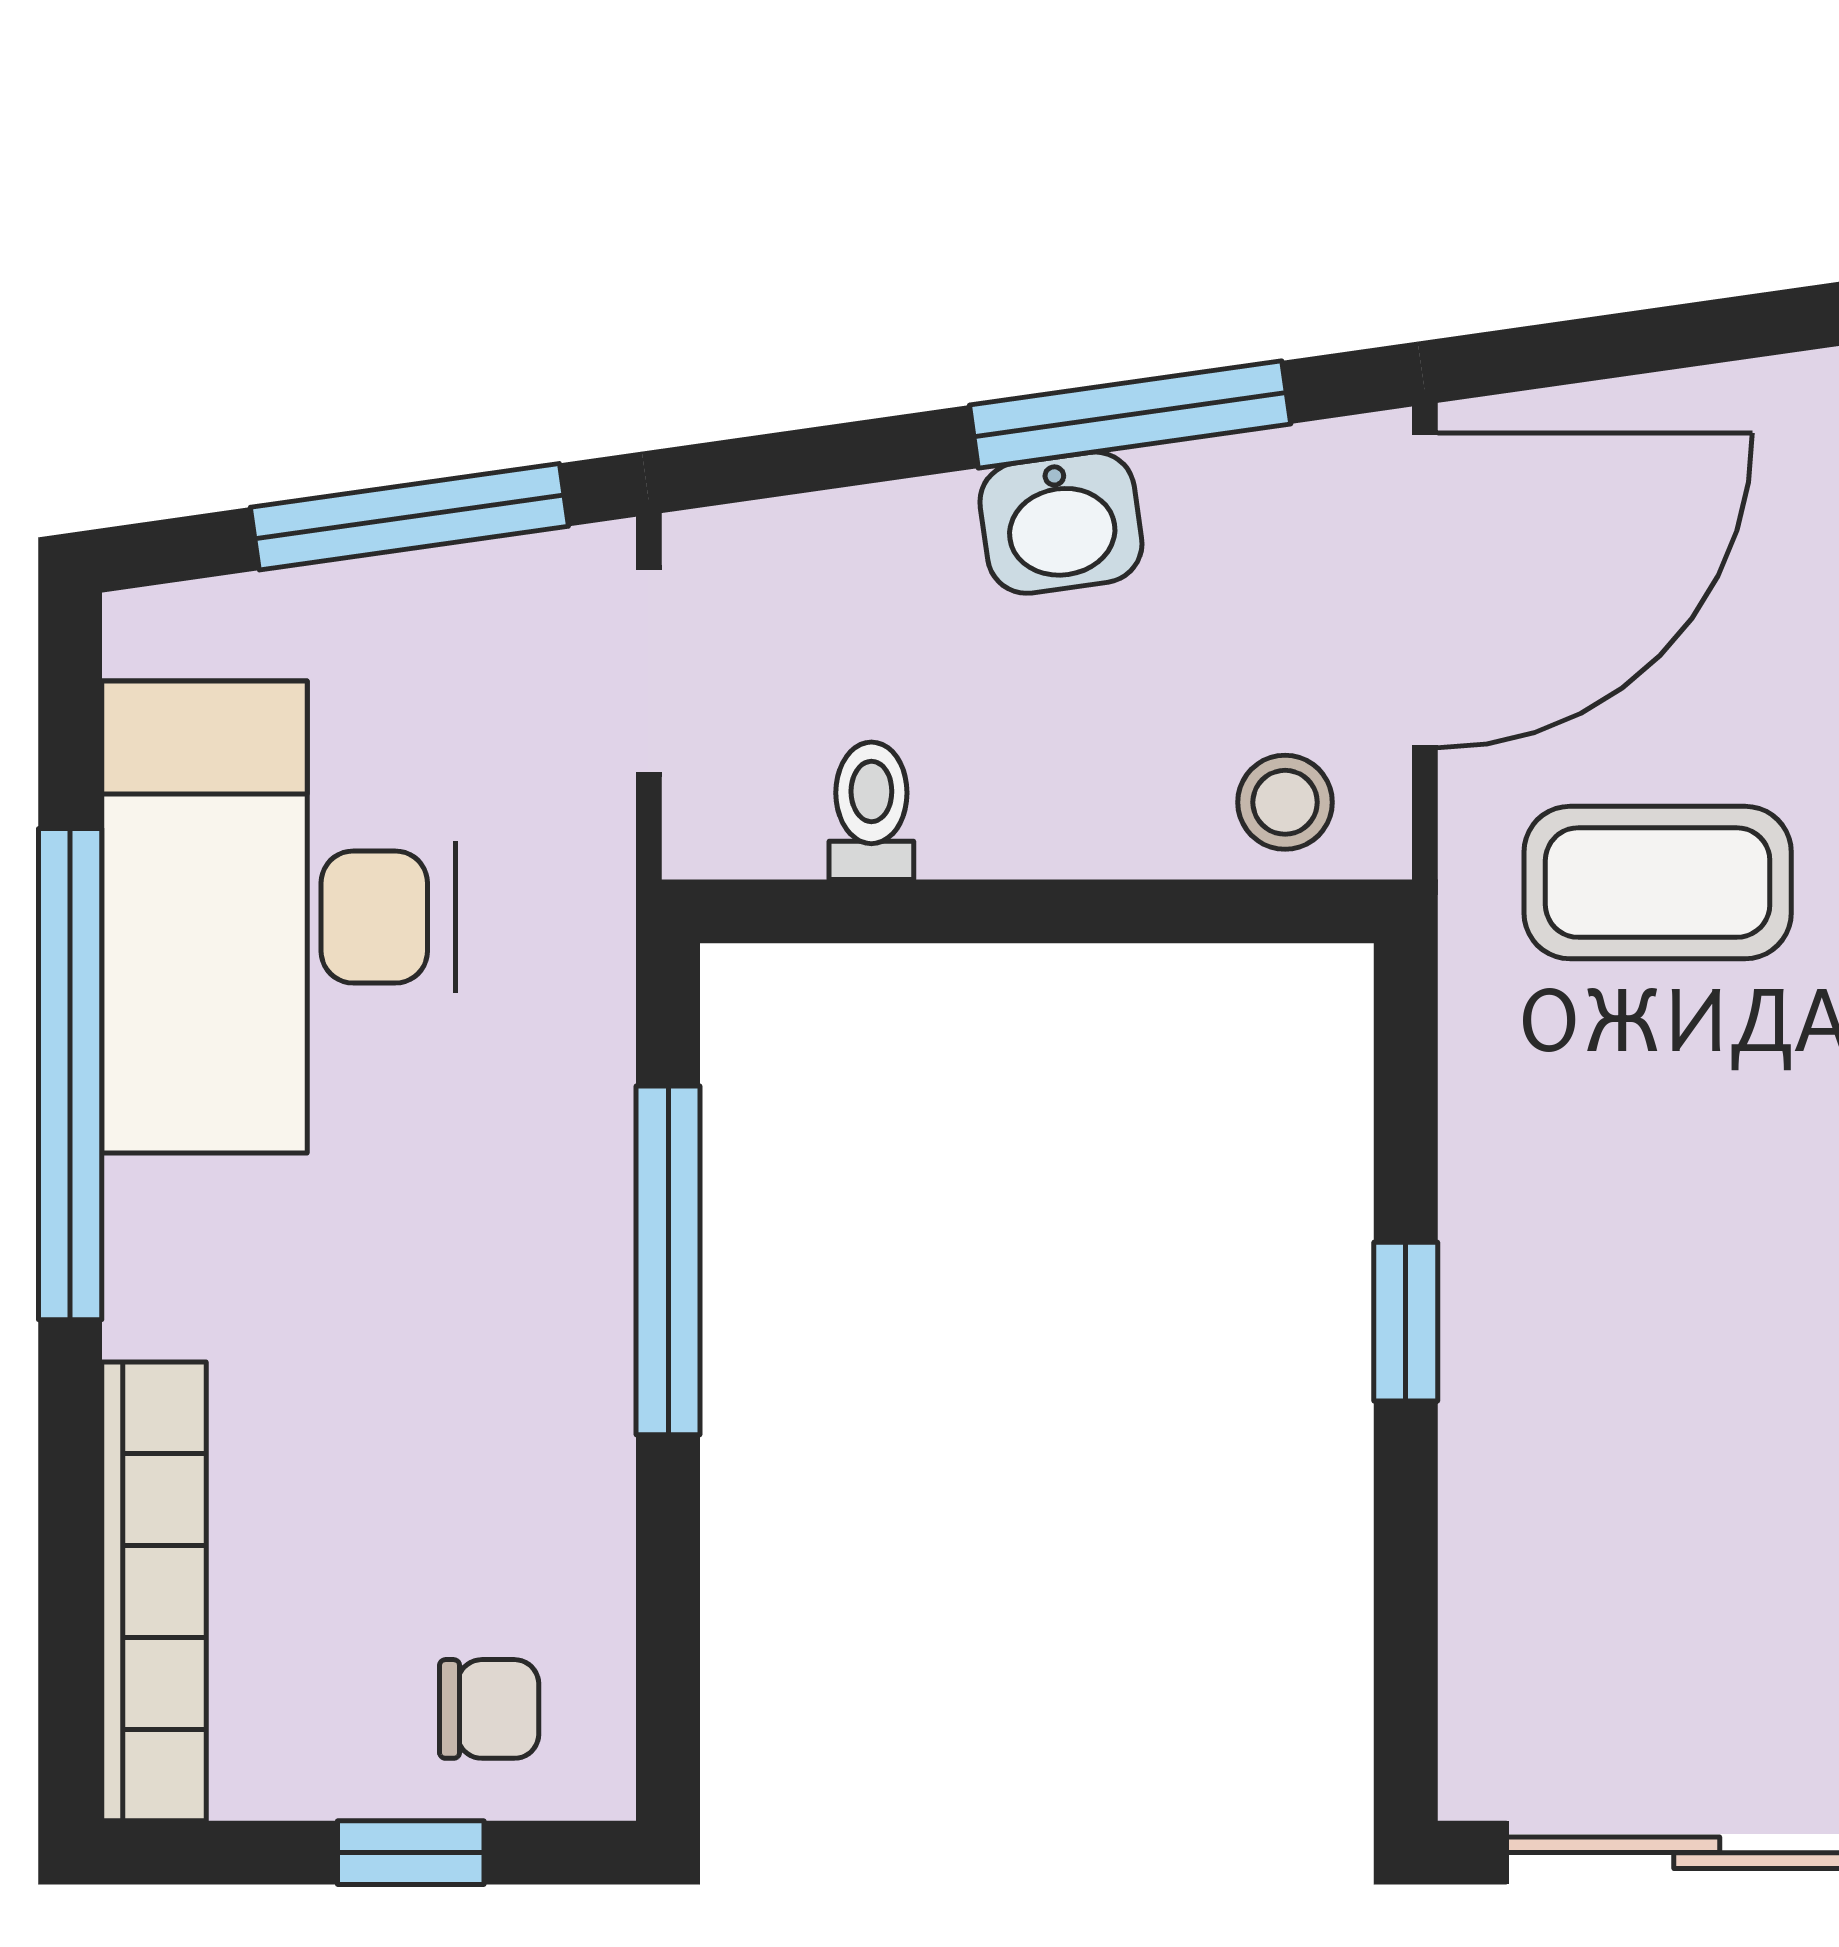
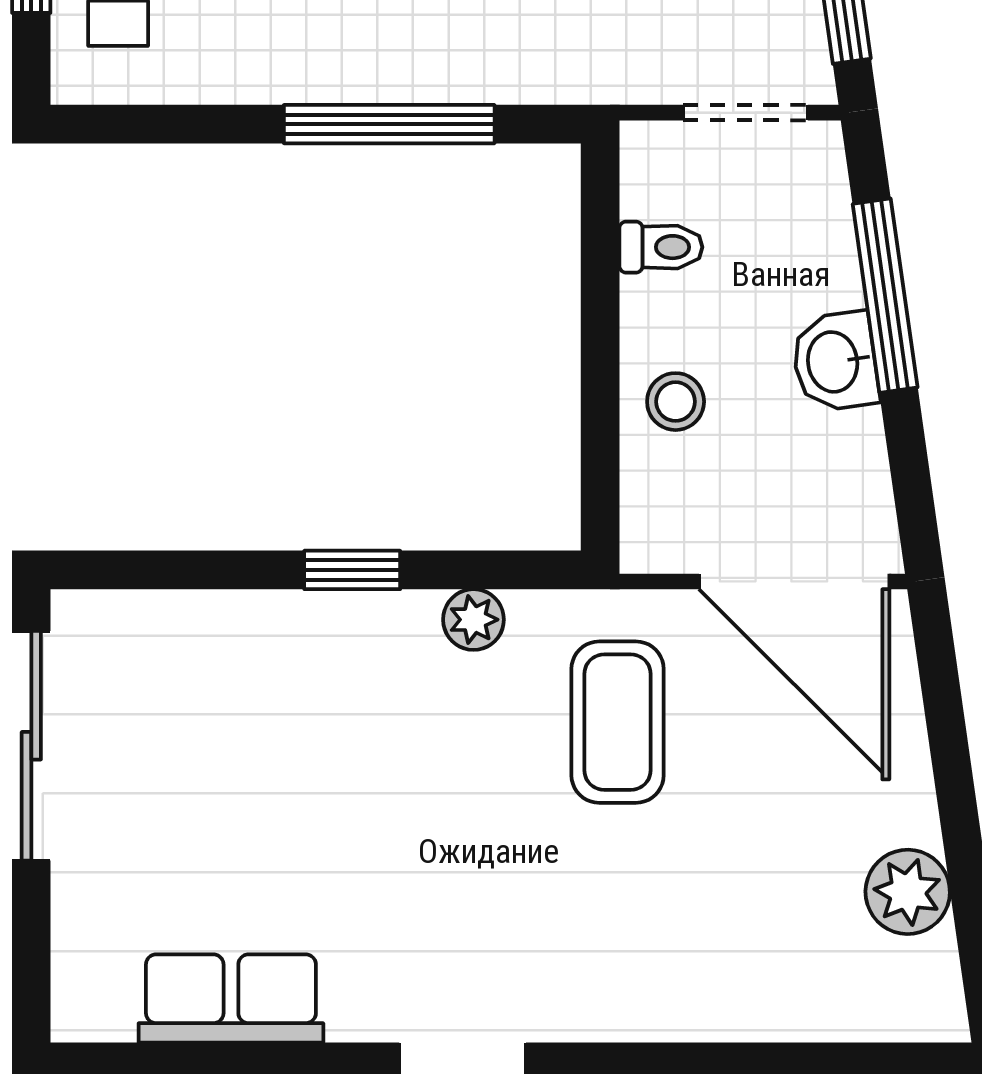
window: (1130, 414) -> (885, 296), moved
stool: (1285, 802) -> (676, 402), moved
plant: (1488, 1121) -> (473, 620), added

